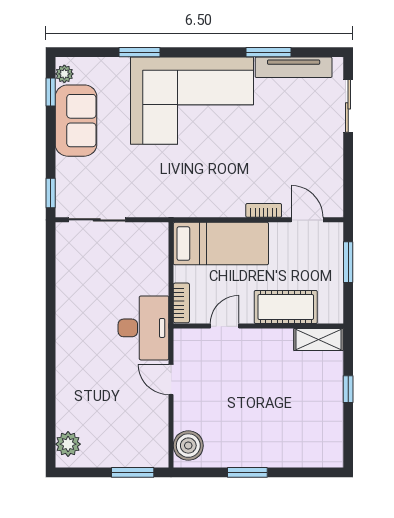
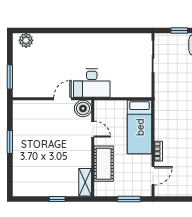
window: (51, 193) -> (179, 30), moved
bookcase: (181, 303) -> (106, 105), removed
boiler: (188, 446) -> (83, 108), moved

